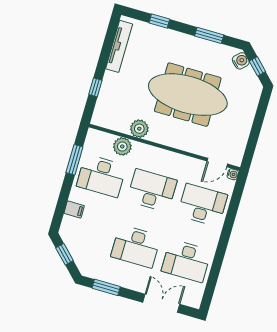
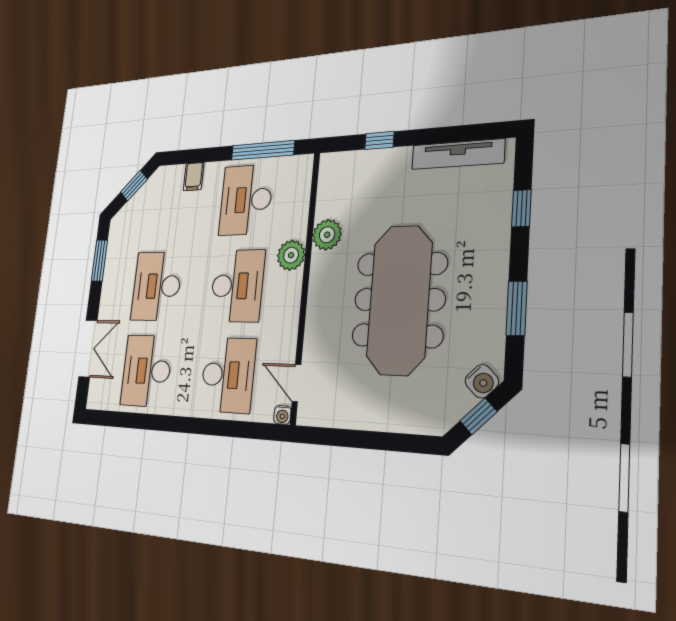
plant: (122, 146) -> (291, 255), moved
window: (74, 160) -> (263, 150), width x1.44

